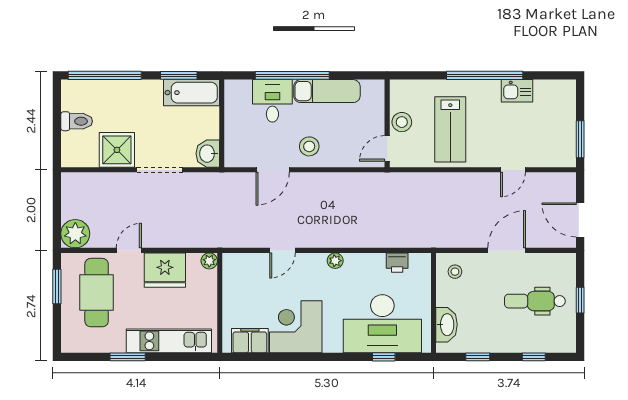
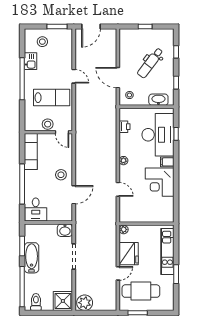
exam couch: (327, 91) -> (31, 152), moved
bathtub: (191, 93) -> (32, 258), moved
desk: (272, 101) -> (36, 210), moved, turned -90
stool: (553, 112) -> (42, 42), added
toilet: (77, 121) -> (36, 302), moved
shower: (117, 150) -> (63, 301), moved
door: (273, 170) -> (74, 195), hinge flipped
door: (513, 170) -> (74, 76), moved
door: (580, 220) -> (91, 27), moved
plant: (75, 234) -> (85, 303), moved
door: (129, 250) -> (118, 273), swing flipped
door: (507, 250) -> (118, 78), moved
dental chair: (535, 301) -> (150, 63), moved, turned 37
filing cabinet: (250, 341) -> (167, 162), moved, width x0.50

